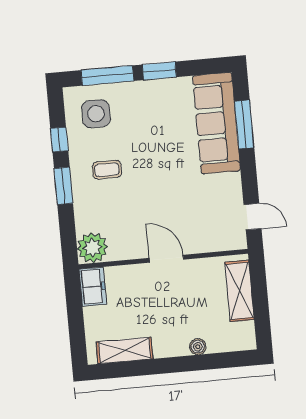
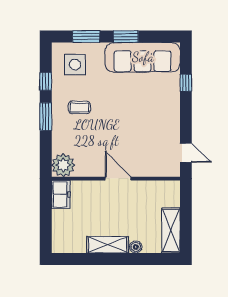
window: (107, 76) -> (86, 37), width x0.69
sofa: (217, 123) -> (143, 57), moved, turned -90
window: (244, 124) -> (186, 83), width x0.46
shelving: (239, 291) -> (171, 230), moved
shelving: (125, 350) -> (108, 245), moved

